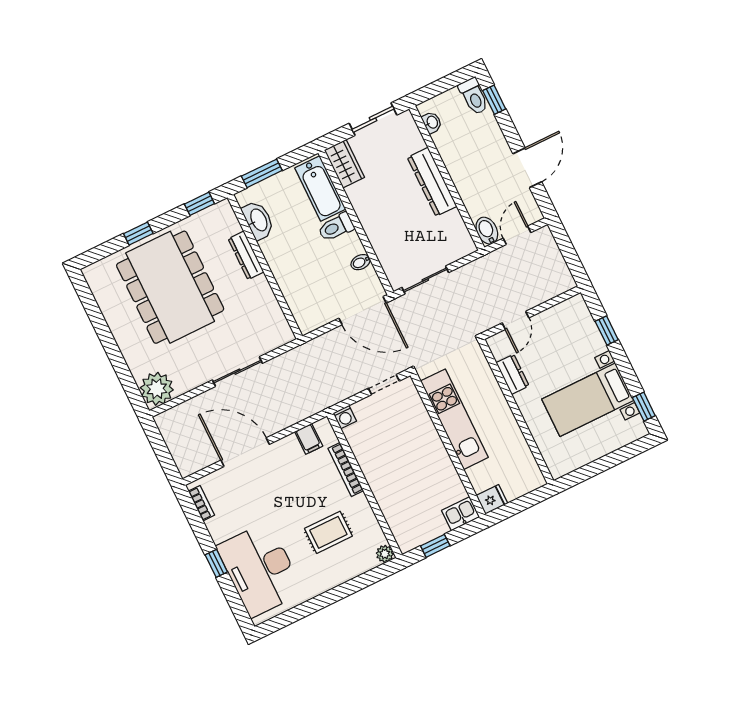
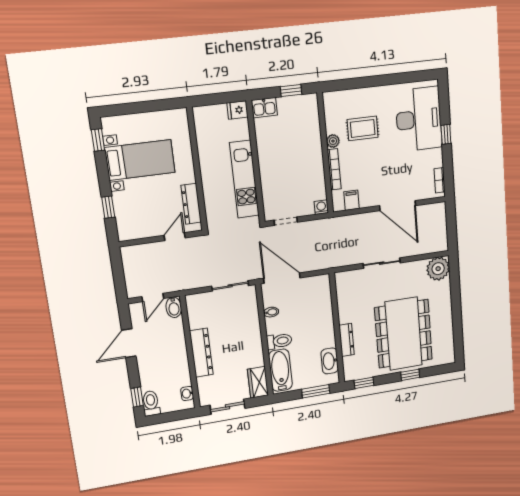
dresser: (513, 374) -> (191, 204), width x1.44
plant: (385, 554) -> (333, 141), moved

